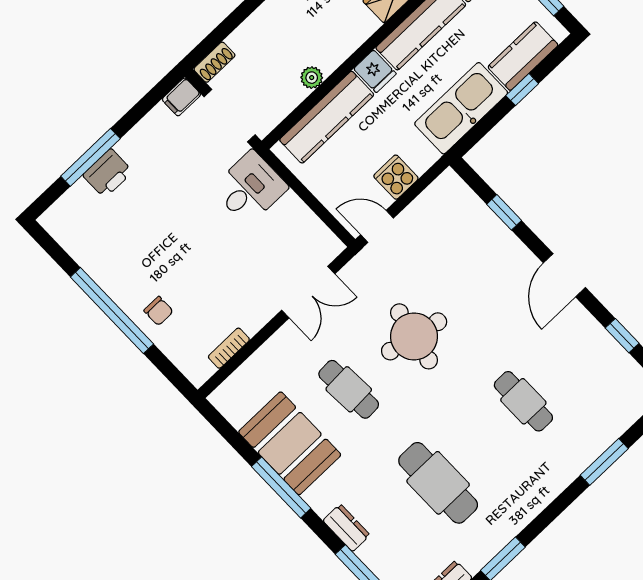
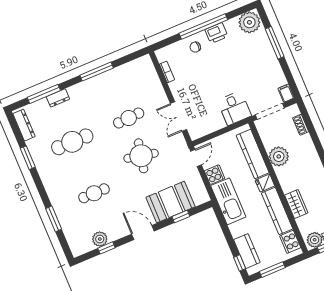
shoe rack: (214, 62) -> (301, 125), moved
plant: (312, 78) -> (279, 156), width x1.87, depth x1.87
window: (522, 90) -> (240, 263), moved
kitchen sink: (461, 108) -> (228, 201), moved
printer: (108, 173) -> (216, 33), moved, turned -90
plant: (69, 223) -> (249, 22), added
plant: (609, 356) -> (100, 239), added
booth: (290, 443) -> (171, 202), moved
dresser: (346, 528) -> (58, 98), moved

